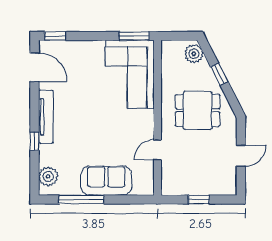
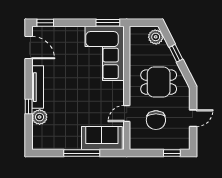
chair: (194, 158) -> (156, 120), added
plant: (48, 176) -> (40, 117), moved
sofa: (106, 181) -> (102, 138), moved
window: (81, 199) -> (82, 153), moved
window: (199, 199) -> (172, 153), moved

